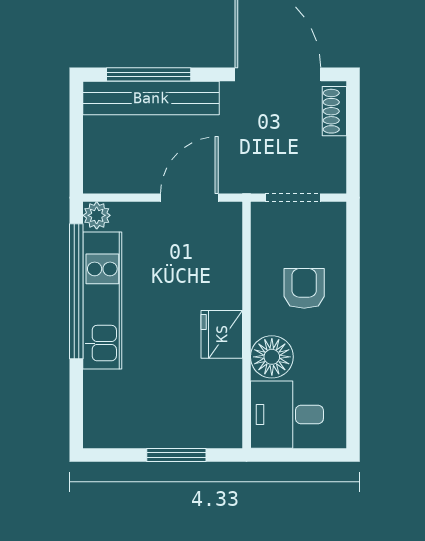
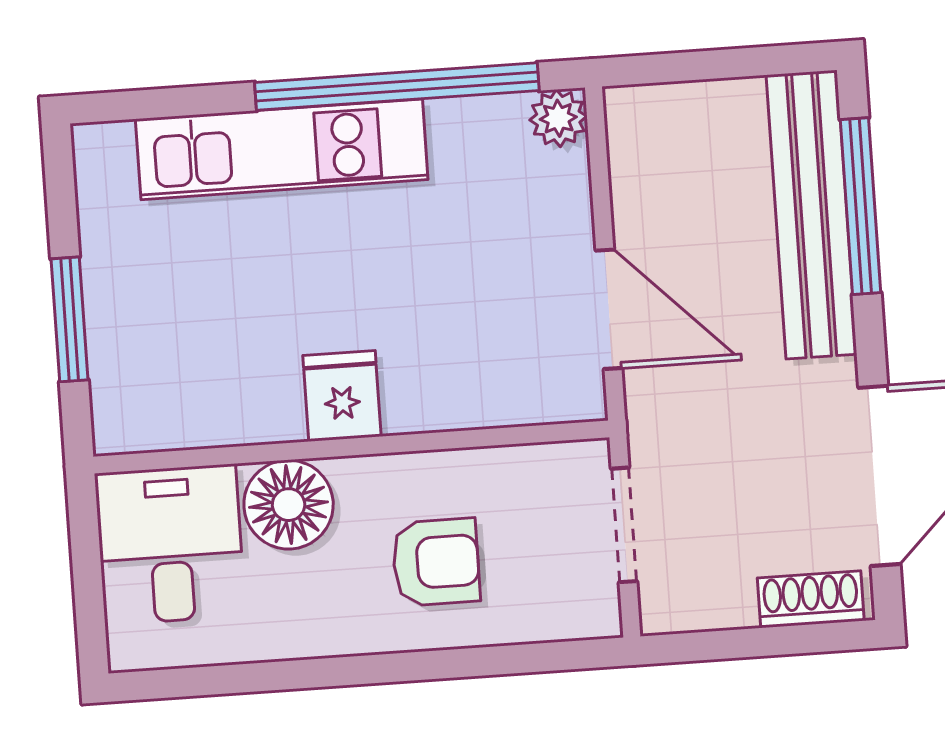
kitchen unit: (102, 300) -> (282, 149), moved
fridge: (222, 334) -> (342, 396), width x0.72

